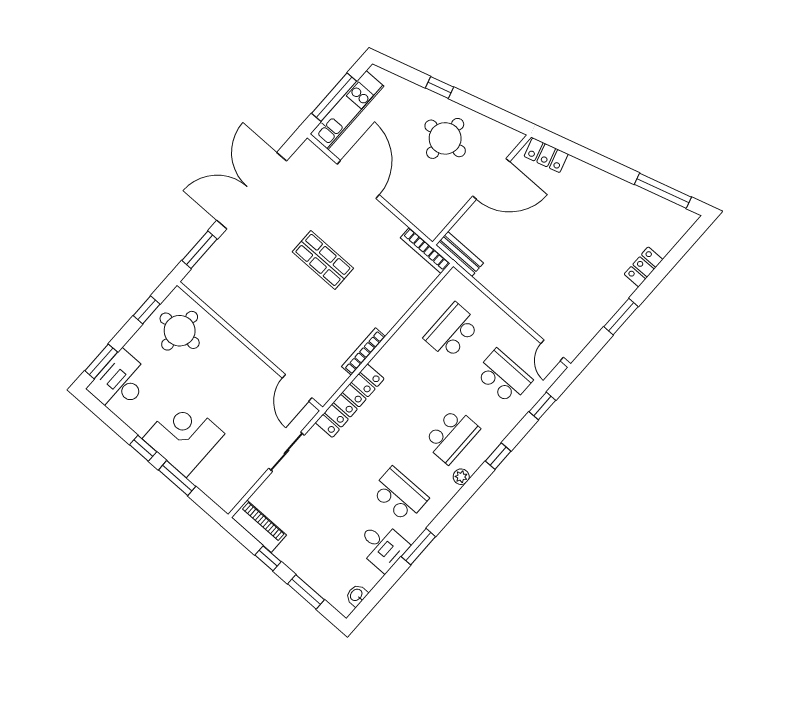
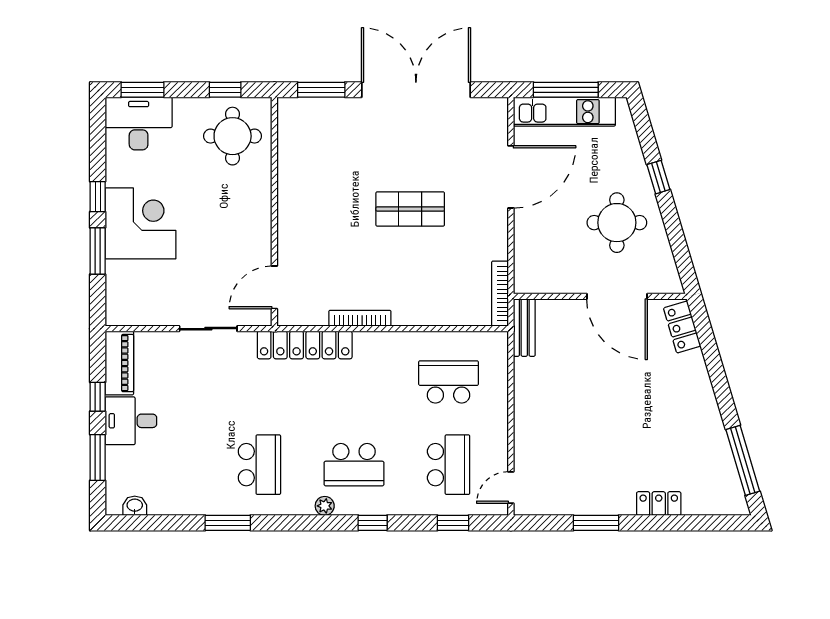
shop shelf: (323, 260) -> (410, 209), turned 90
desk: (382, 546) -> (131, 421), moved, turned 90

